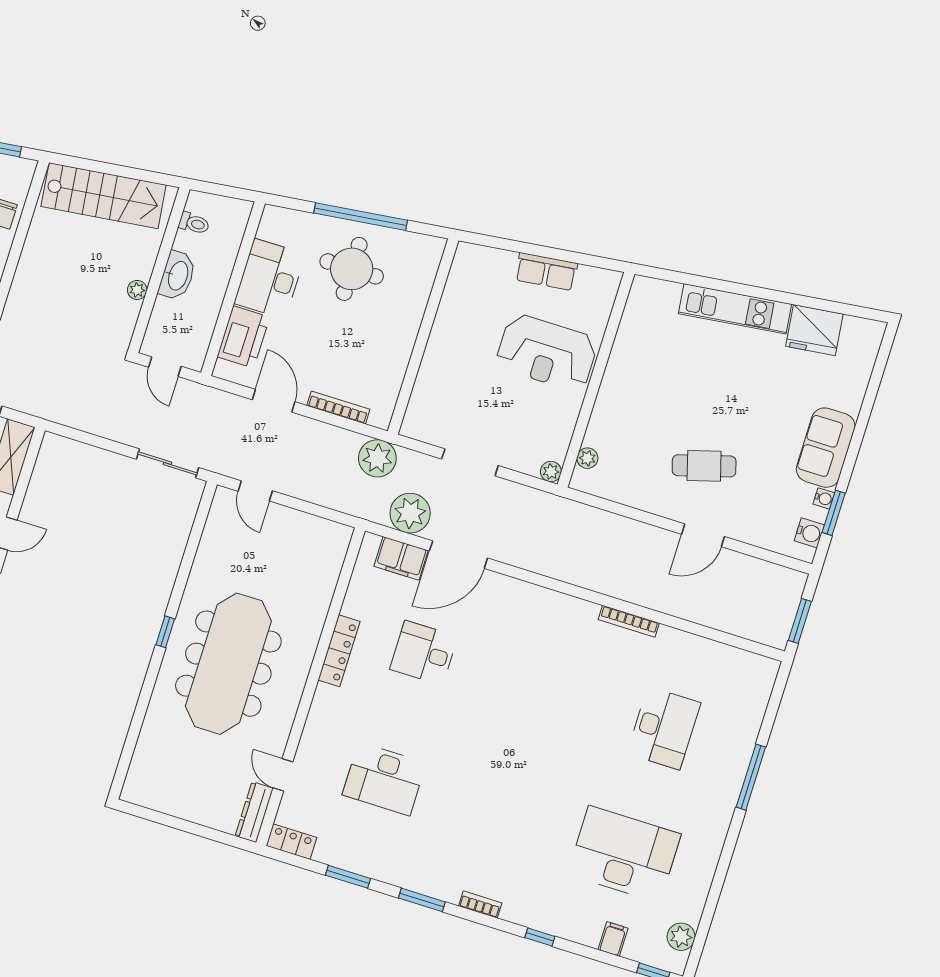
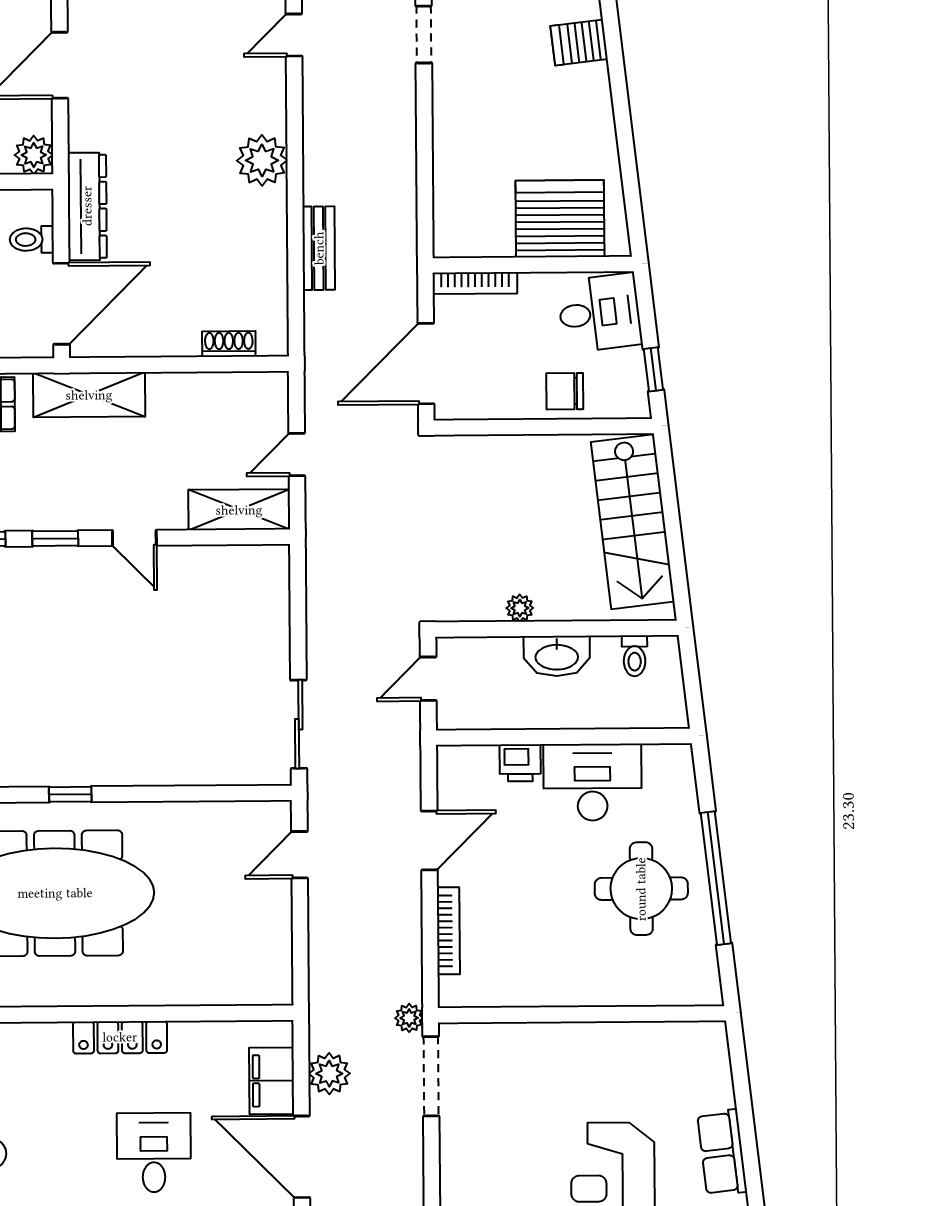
printer: (243, 337) -> (520, 763), width x0.53, depth x0.68
plant: (377, 458) -> (409, 1018), width x0.53, depth x0.53
doorway: (470, 462) -> (431, 1076), moved
plant: (410, 513) -> (329, 1074), width x0.73, depth x0.73

